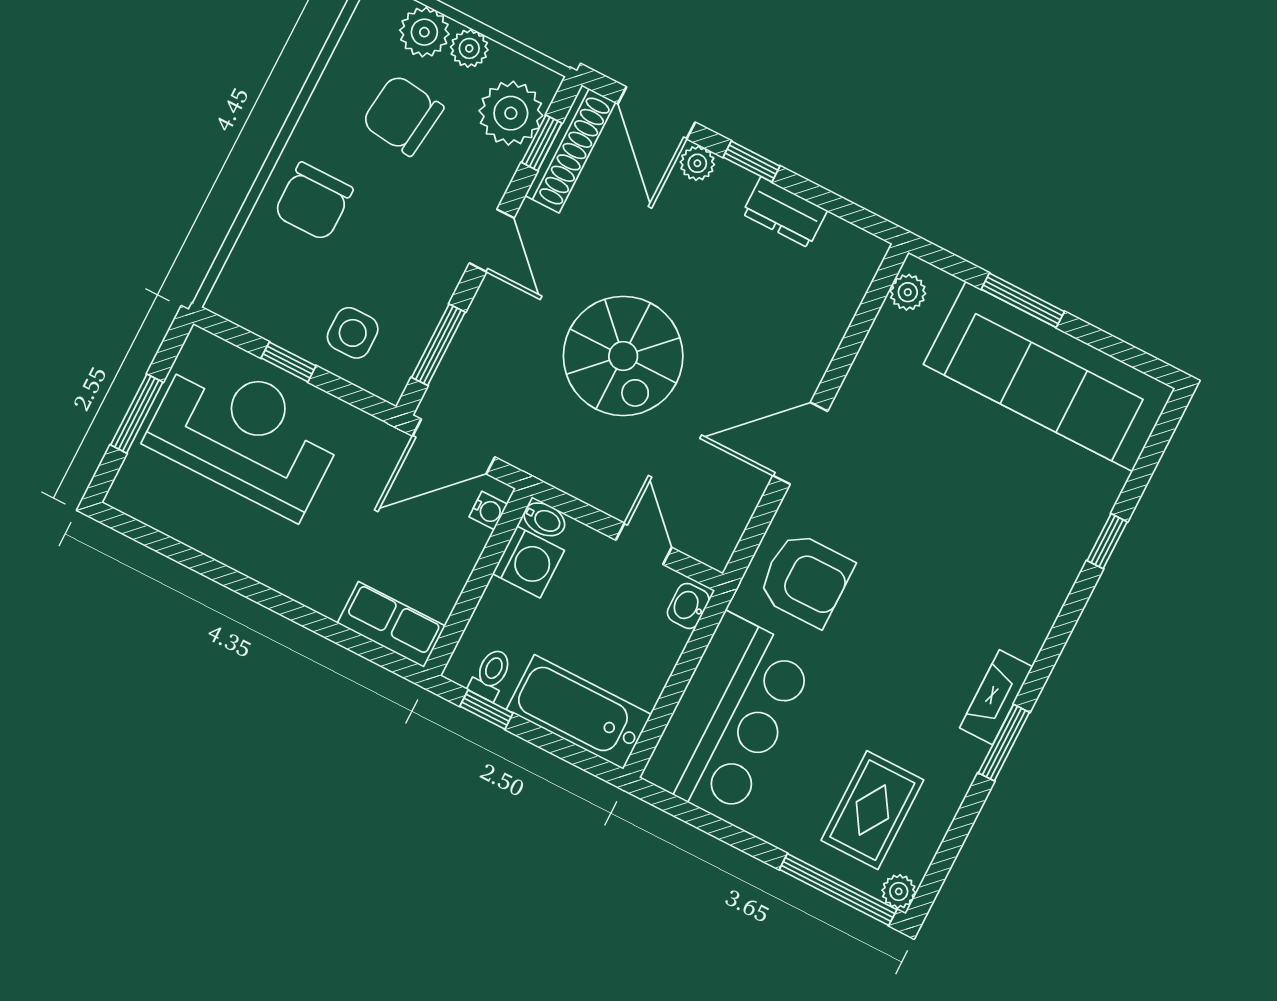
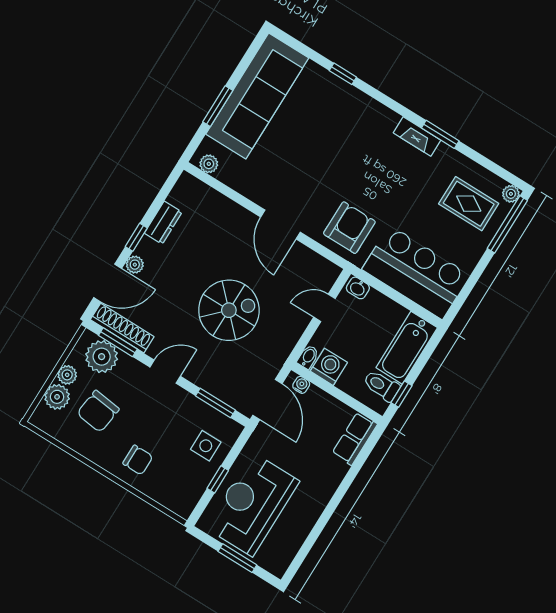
window: (542, 143) -> (118, 342), width x1.50
chair: (313, 202) -> (138, 460), width x0.73, depth x0.73
toilet: (491, 674) -> (381, 386), width x1.37, depth x1.39

